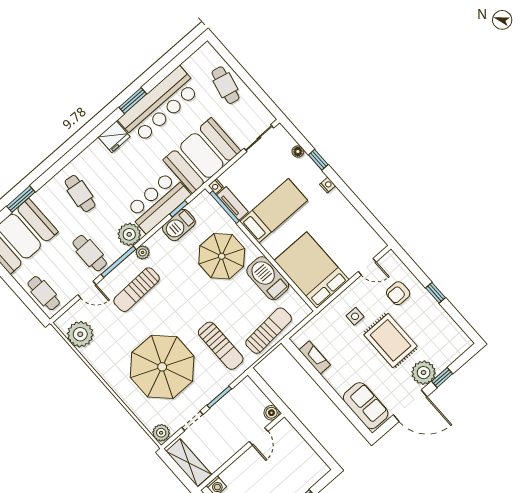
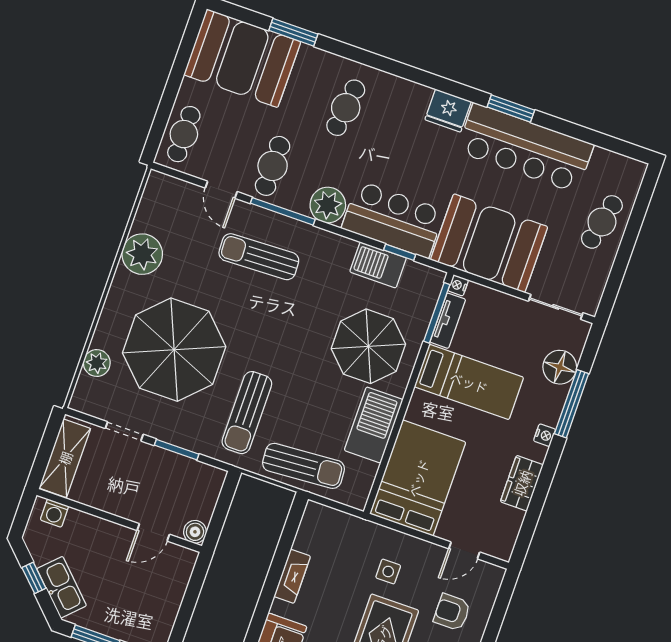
floor lamp: (298, 152) -> (560, 367), width x1.89, depth x1.89
window: (318, 160) -> (572, 404), width x2.17
wardrobe: (347, 213) -> (522, 483), added
plant: (143, 252) -> (314, 237), removed
door: (367, 267) -> (464, 550), hinge flipped
plant: (80, 334) -> (142, 254), moved
fireplace: (315, 358) -> (292, 576), moved
plant: (161, 433) -> (97, 363), moved

